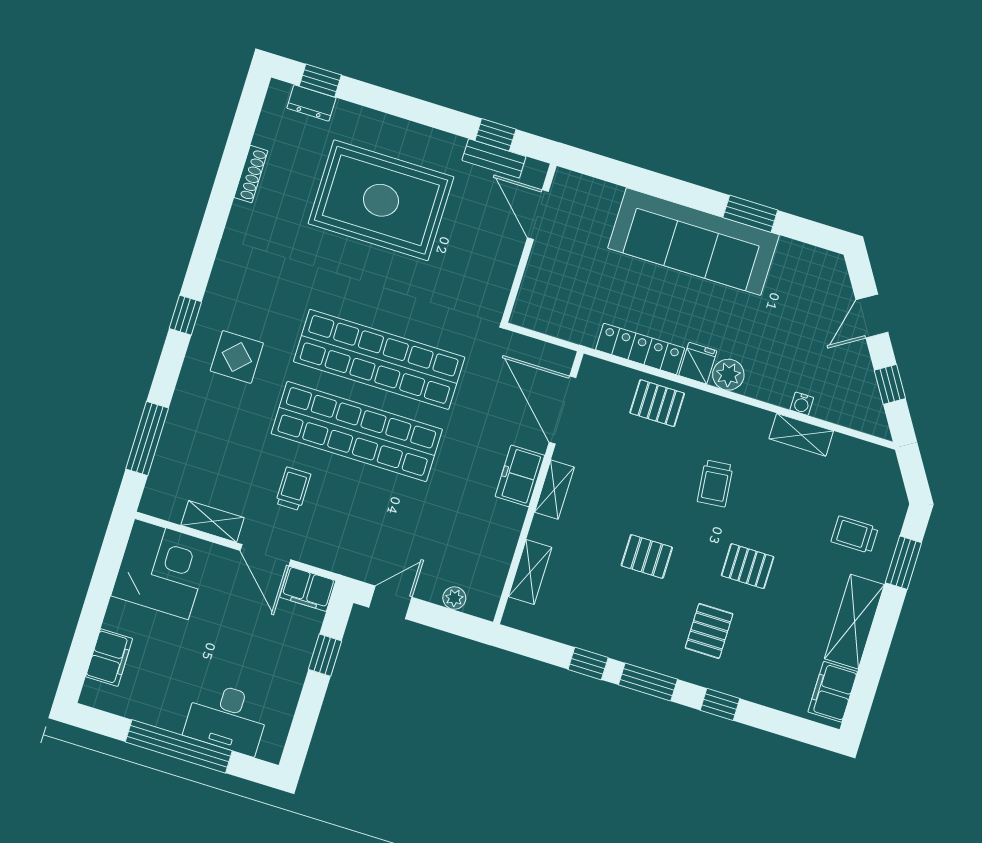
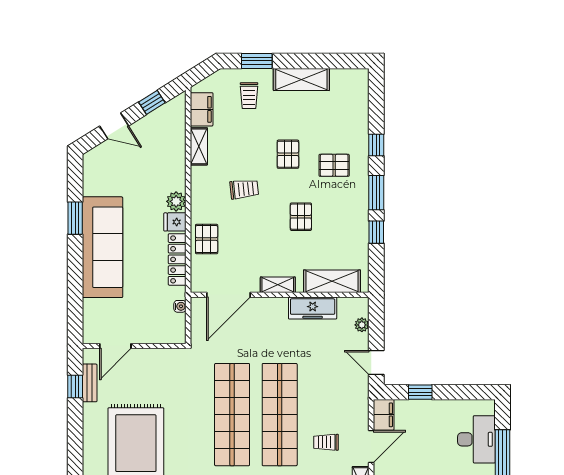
water cooler: (802, 404) -> (180, 306), moved
freezer: (520, 476) -> (313, 308), moved, width x1.40
shelving: (530, 572) -> (332, 281), width x1.50, depth x1.33
filing cabinet: (833, 692) -> (202, 109), moved, turned -90

